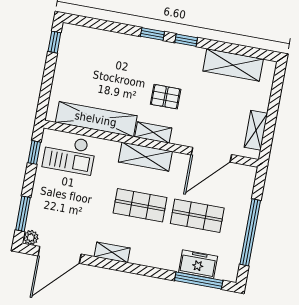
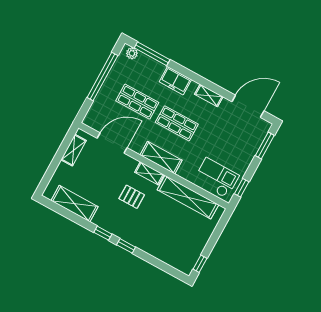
plant: (31, 237) -> (132, 53), moved
freezer: (198, 264) -> (175, 81), moved

